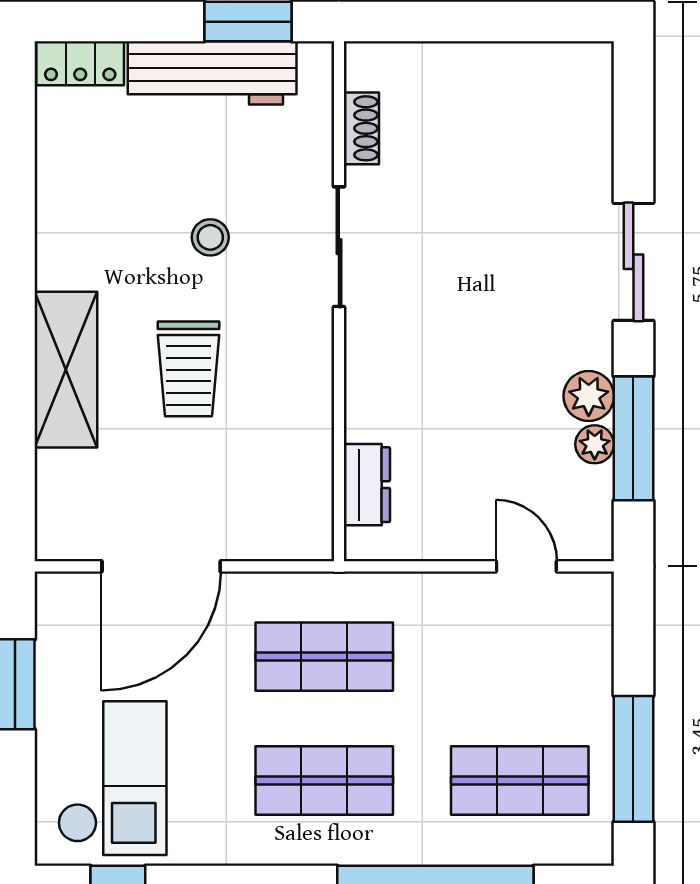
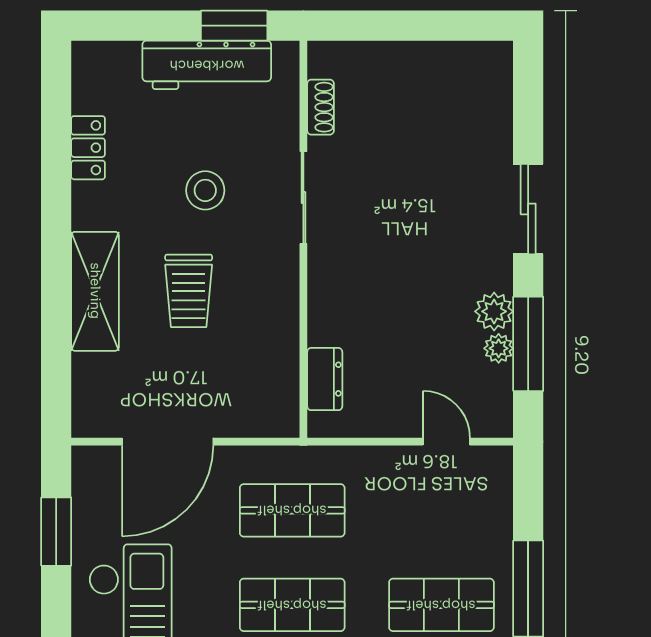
locker: (80, 63) -> (88, 148), moved, turned -90
stool: (210, 237) -> (205, 190), width x1.37, depth x1.37

